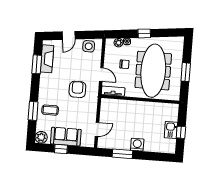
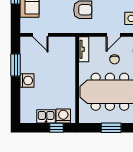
door: (101, 74) -> (114, 35), moved
washing machine: (172, 114) -> (63, 116), added
window: (181, 132) -> (56, 128), moved

